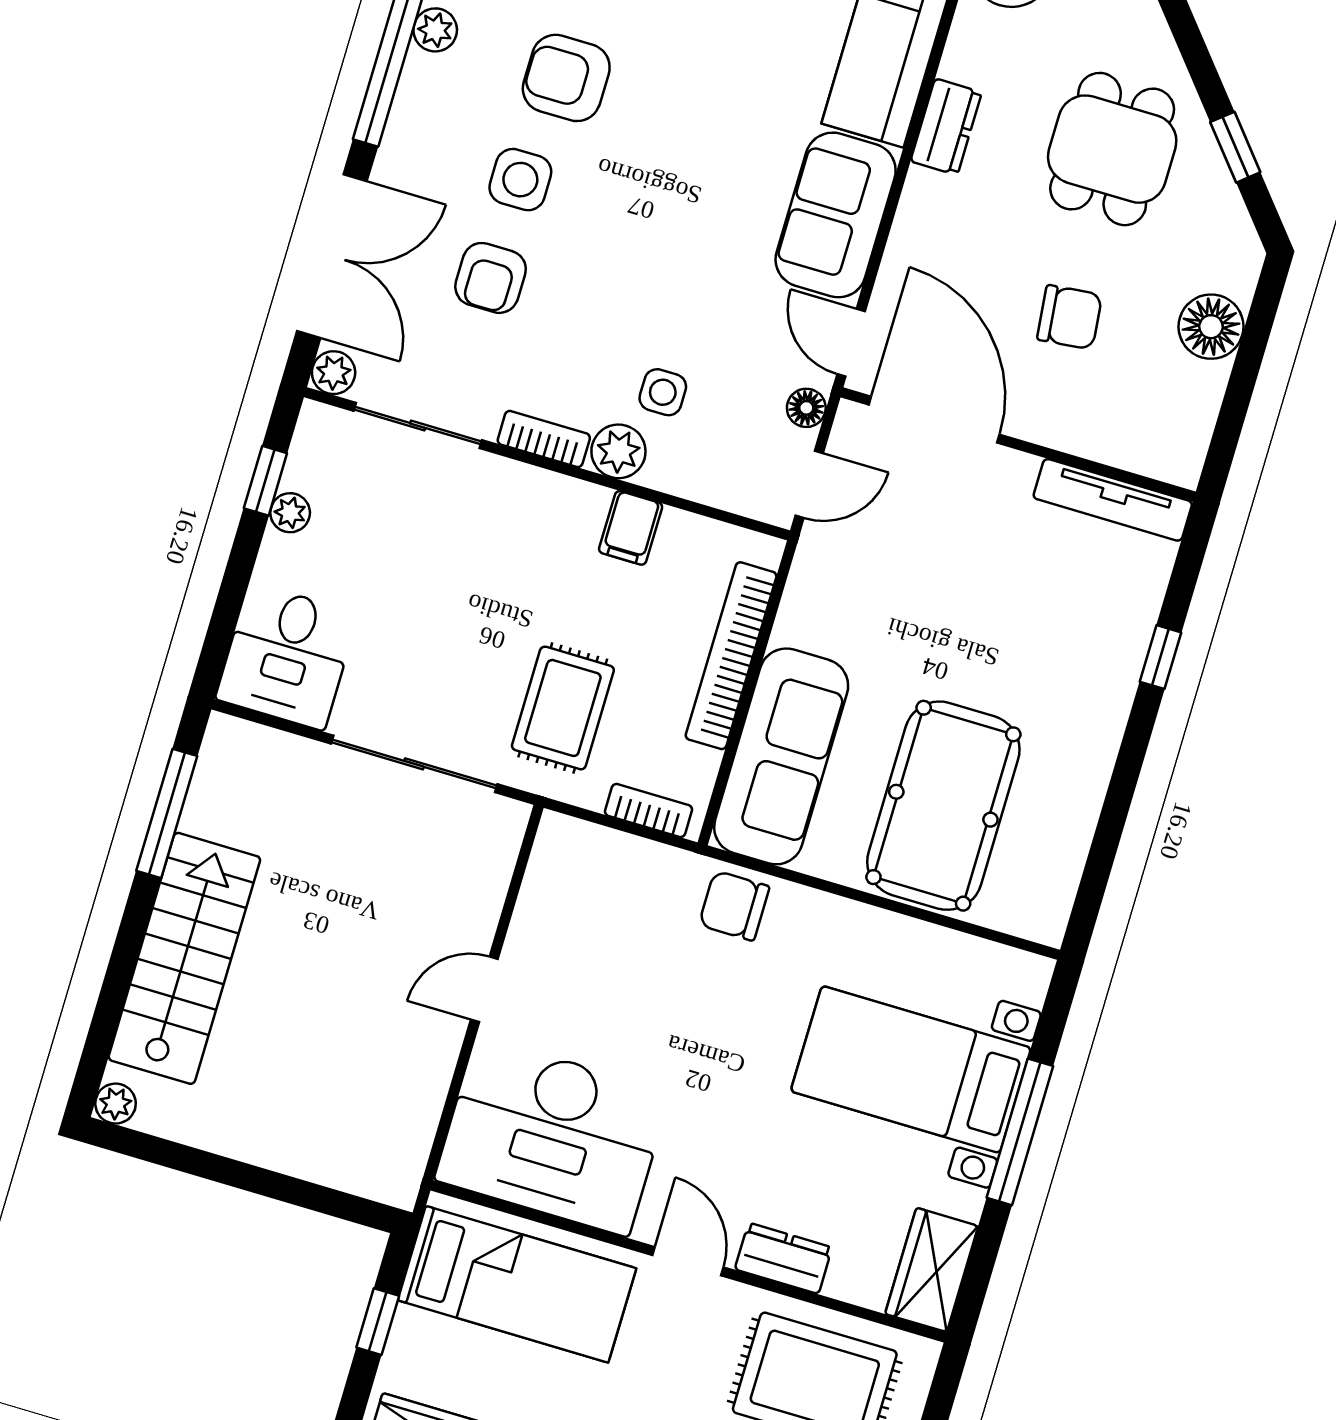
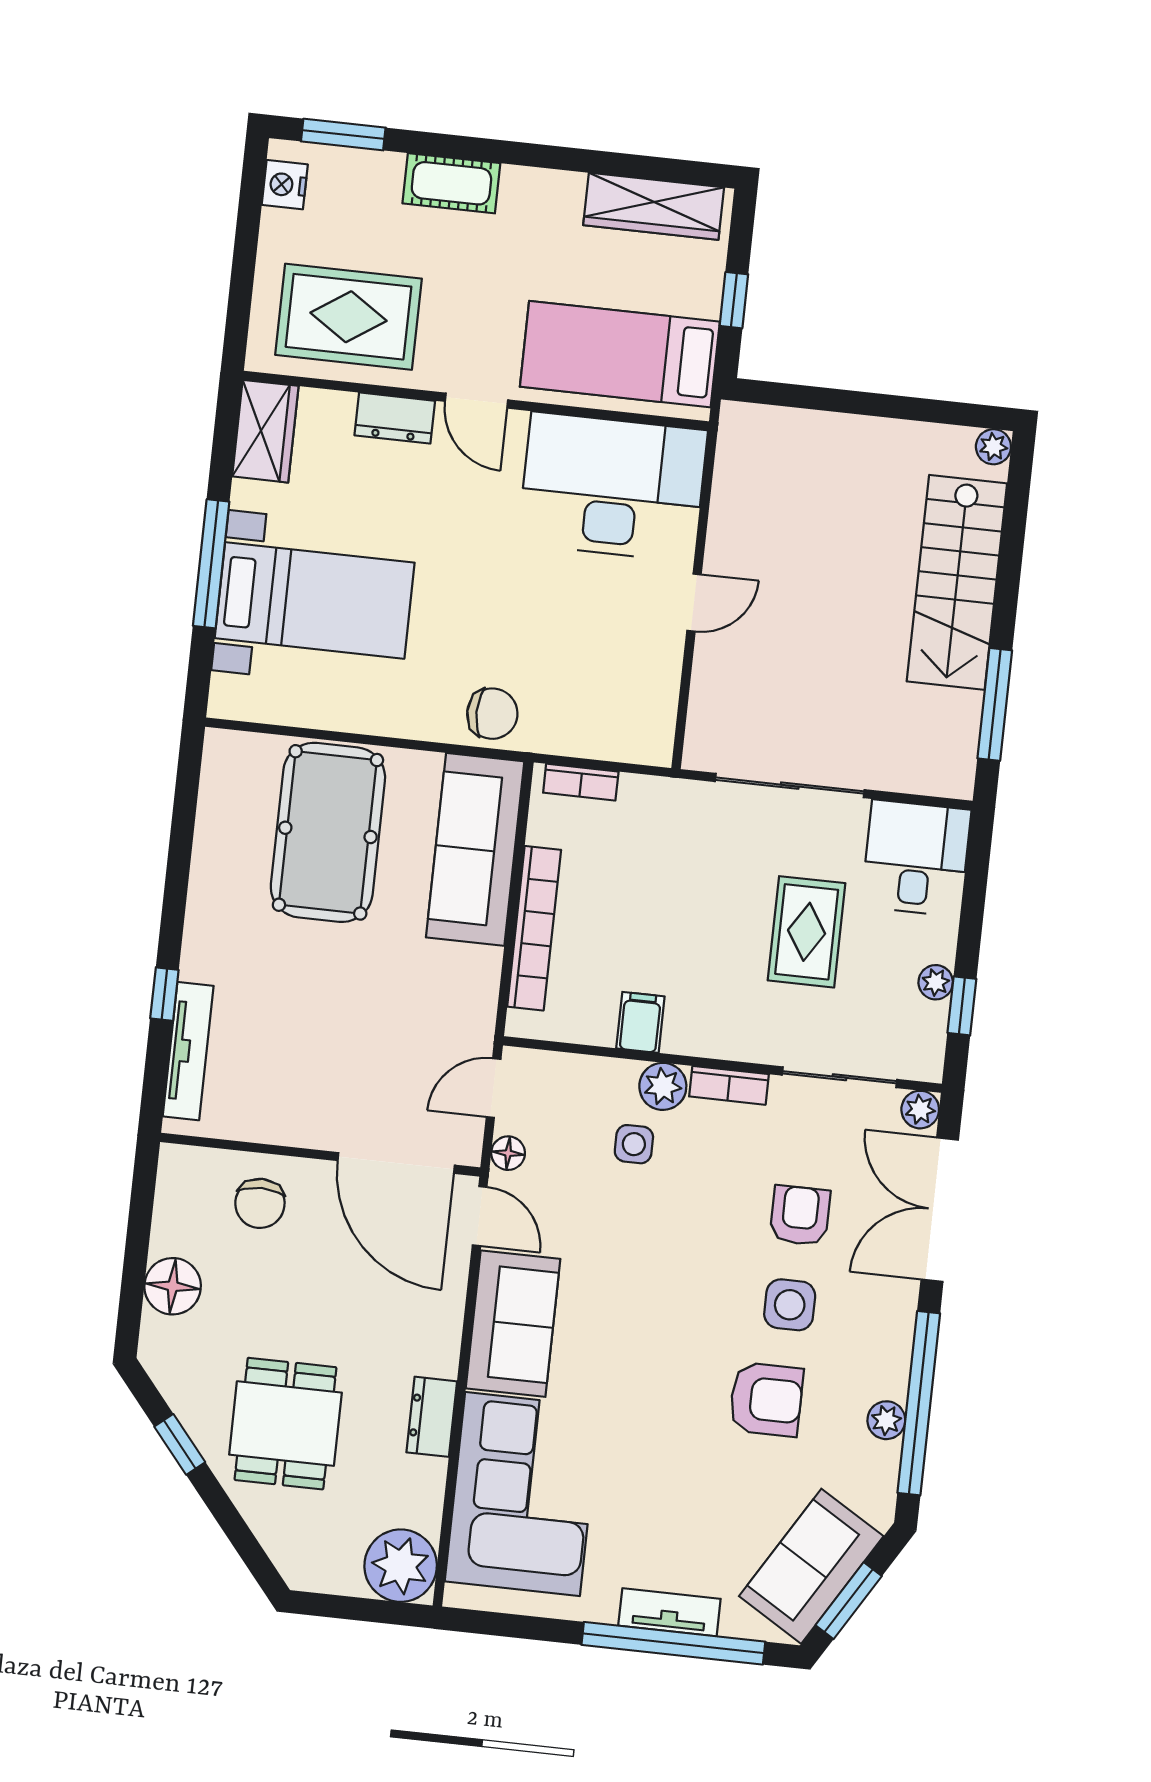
chair: (1070, 317) -> (260, 1203), moved, turned -84
tv unit: (1113, 500) -> (188, 1051), moved, turned 90
rug: (563, 708) -> (807, 932), moved

